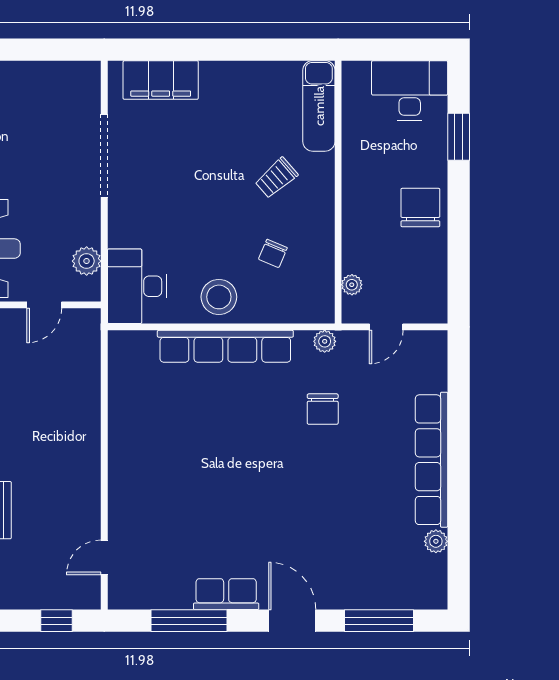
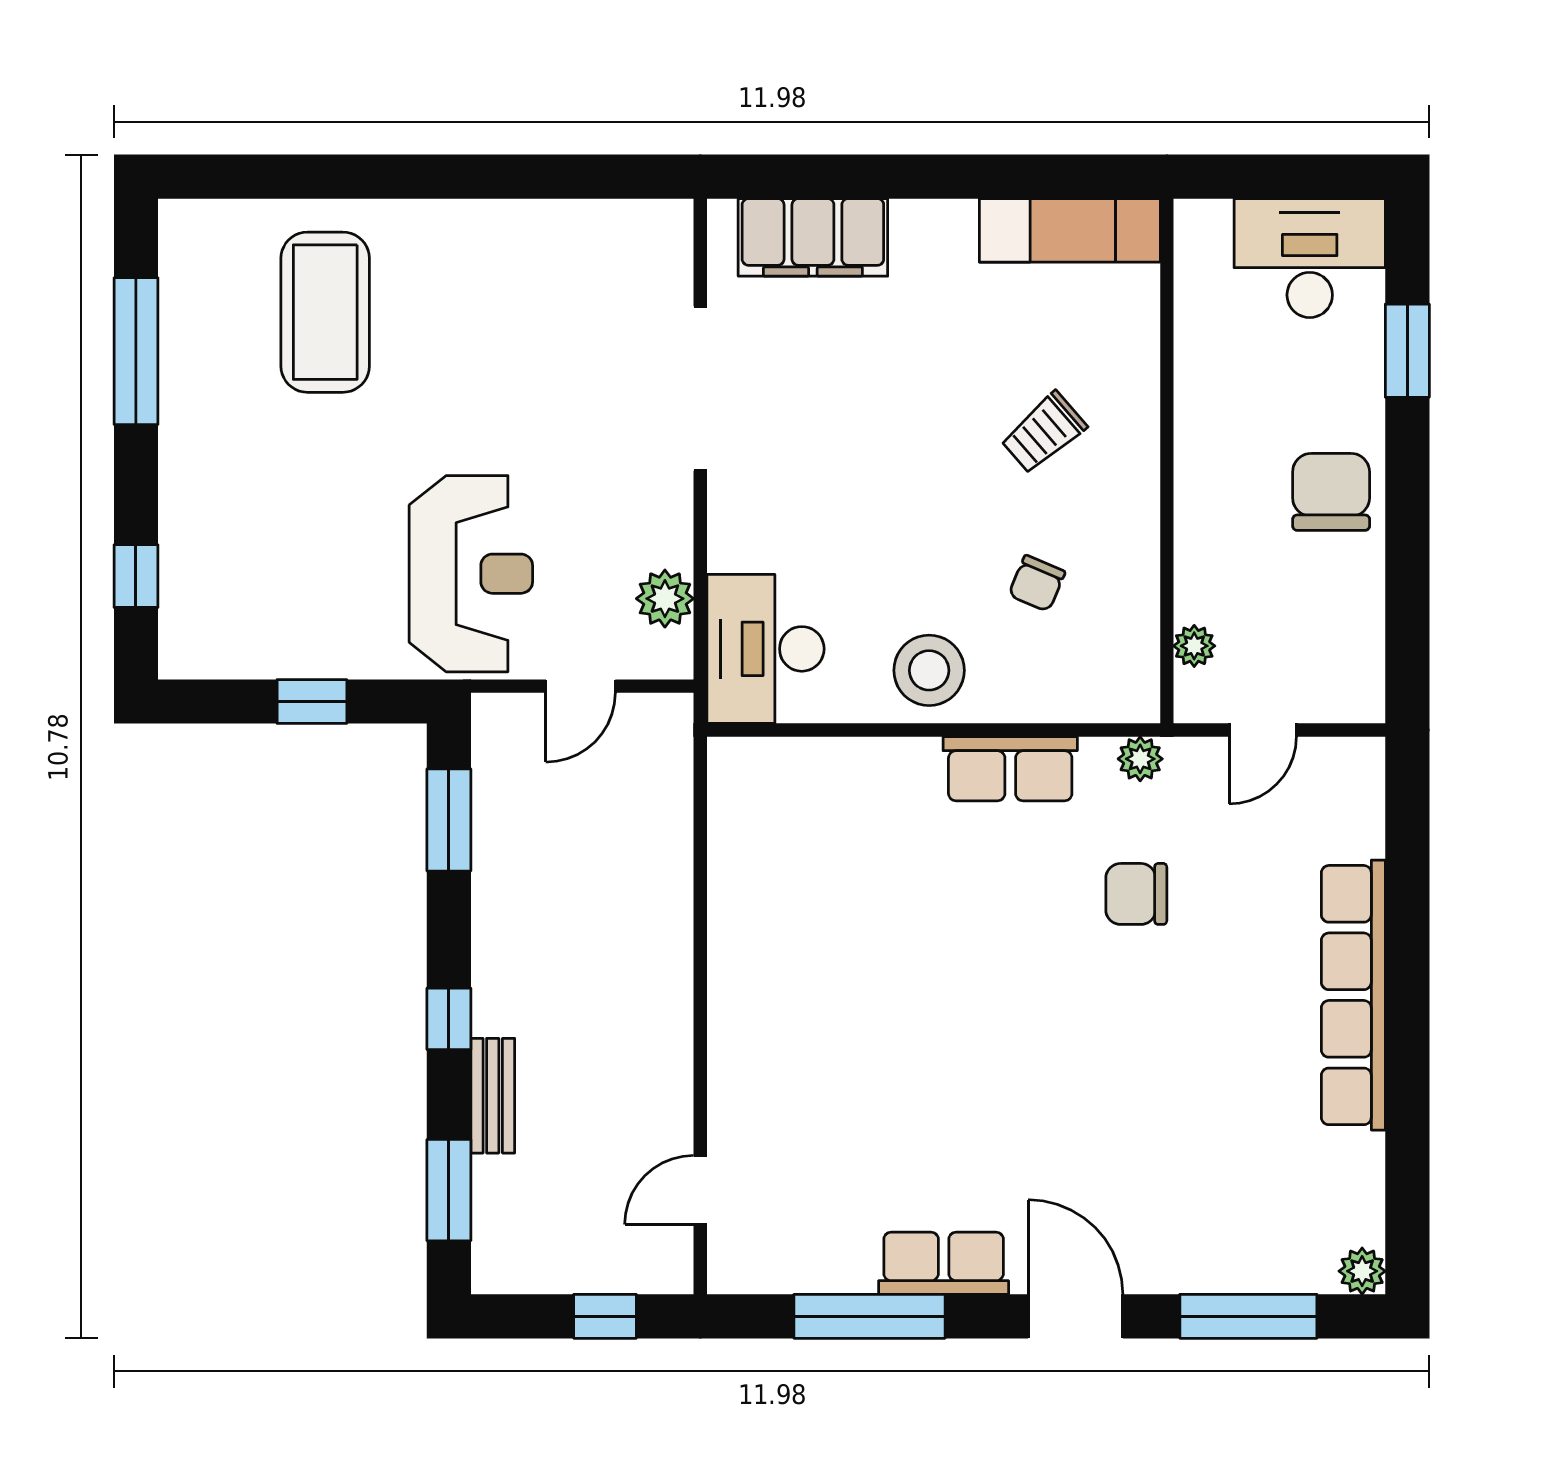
exam couch: (319, 106) -> (1070, 230), moved, turned -90
row of seats: (225, 346) -> (1010, 769), width x0.50
chair: (323, 409) -> (1136, 894), turned 90
plant: (436, 541) -> (1362, 1271), moved

